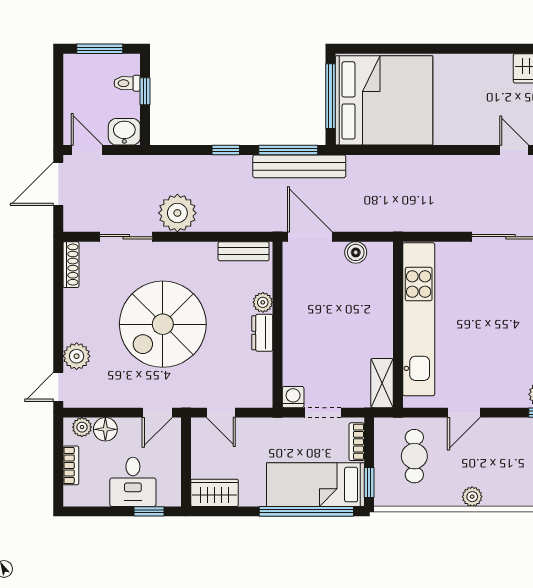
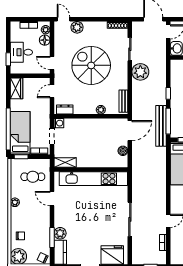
dresser: (262, 333) -> (65, 109), moved

